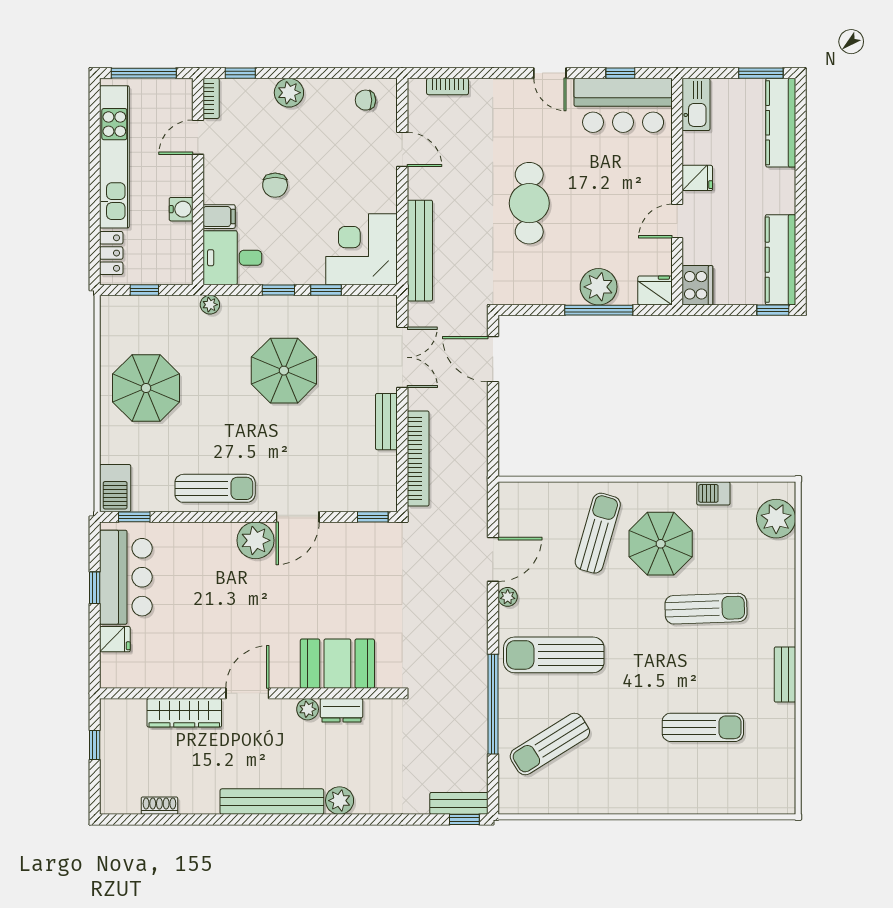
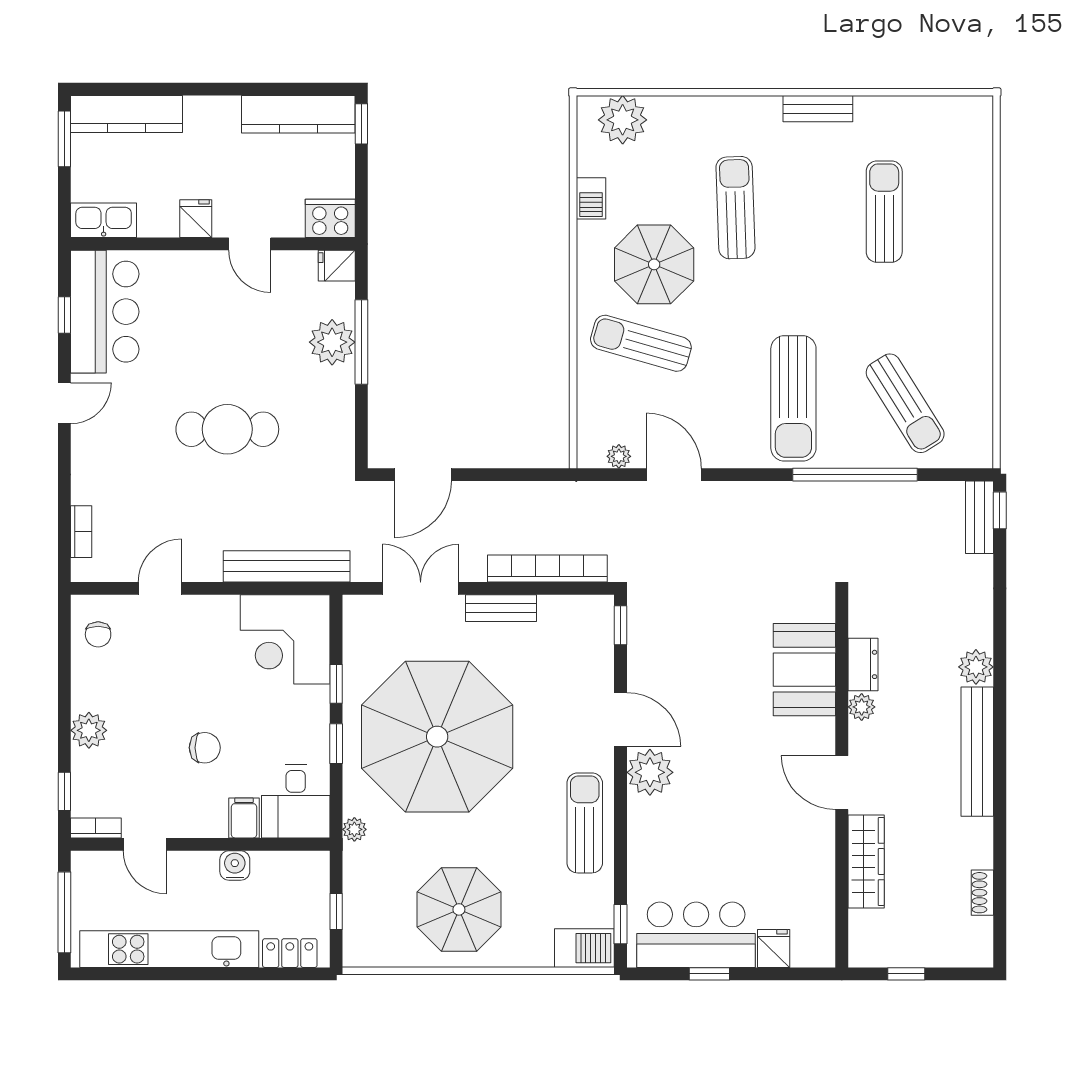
fridge: (655, 290) -> (337, 266), width x0.72
parasol: (284, 371) -> (437, 737), width x1.86, depth x1.86
plant: (508, 597) -> (619, 456), moved

